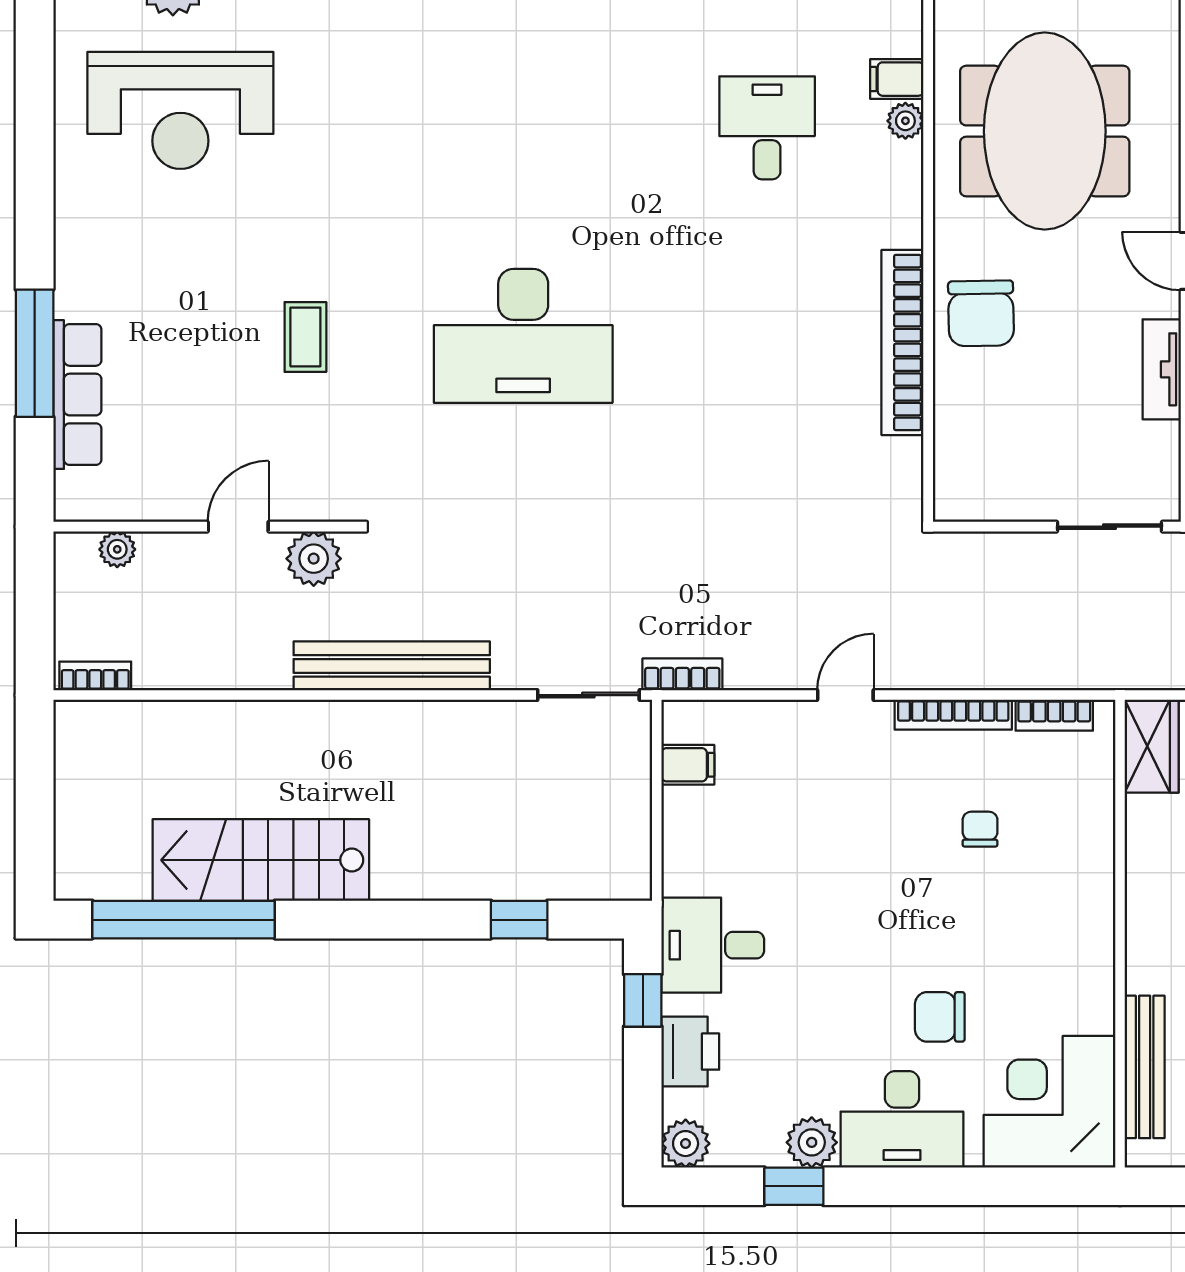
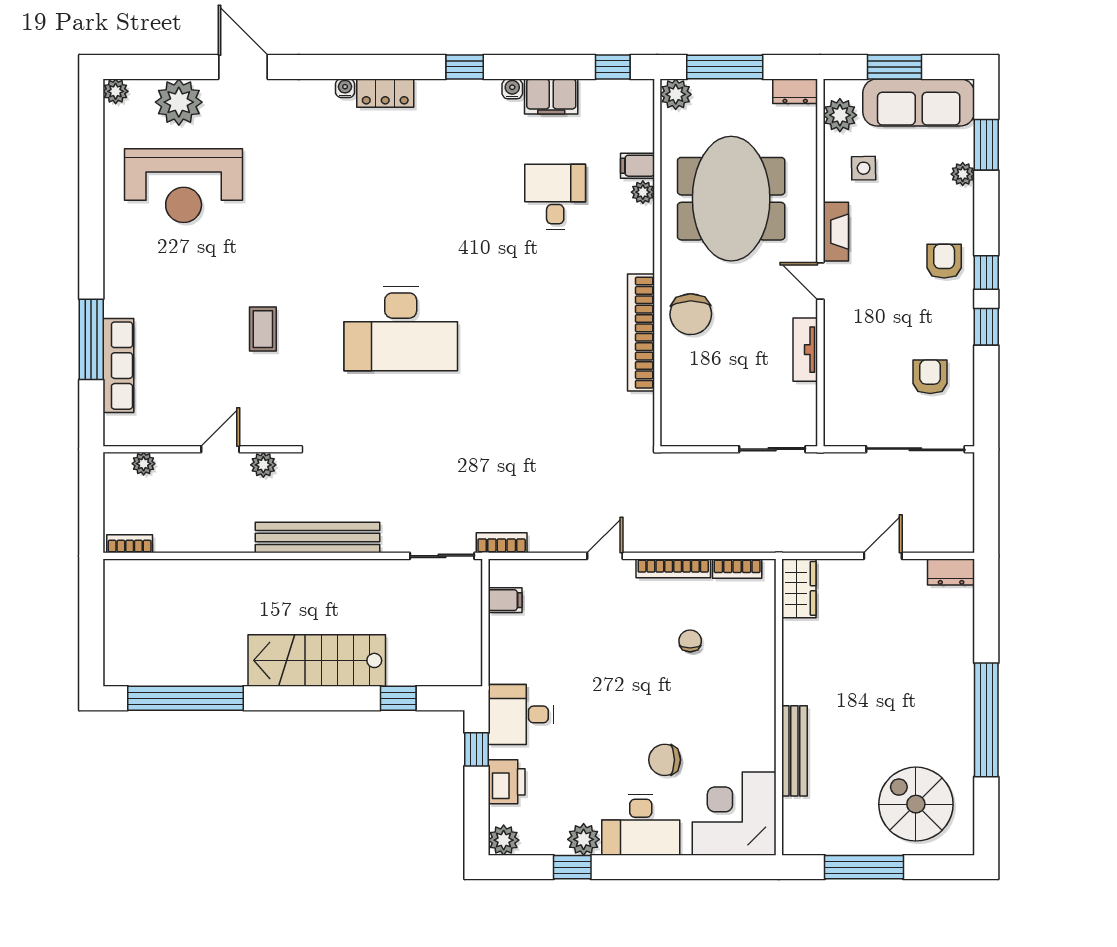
plant: (314, 559) -> (263, 465), width x0.73, depth x0.73
stairs: (261, 860) -> (317, 660), moved
bench: (1145, 1067) -> (794, 751), moved

